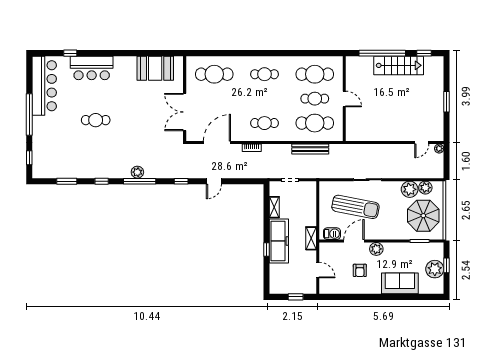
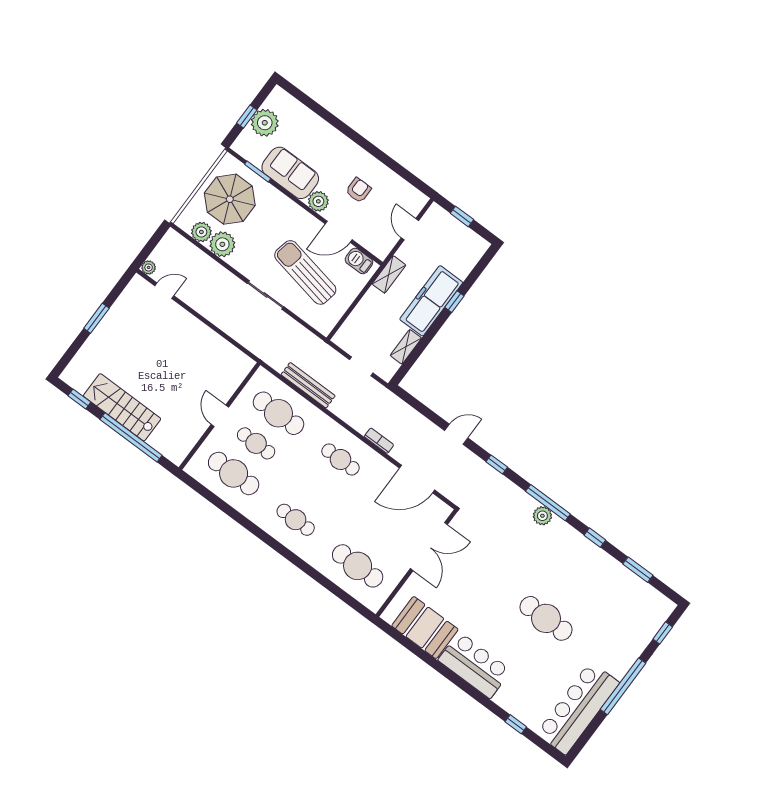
bar counter: (92, 68) -> (475, 665), moved
cafe table: (96, 120) -> (546, 618), width x1.37, depth x1.35
sofa: (400, 283) -> (290, 173), moved, turned 180

